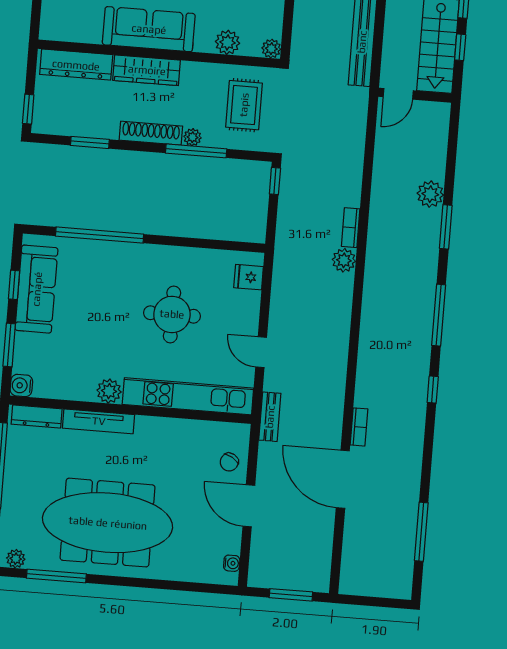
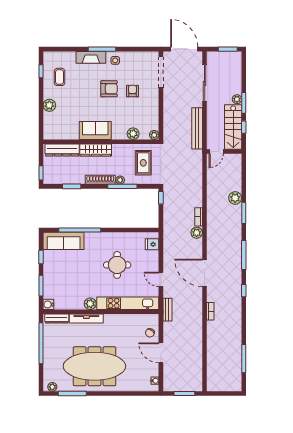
sofa: (149, 29) -> (95, 130), width x0.73
sofa: (37, 289) -> (64, 241), moved, turned 90
door: (343, 479) -> (205, 273), moved

